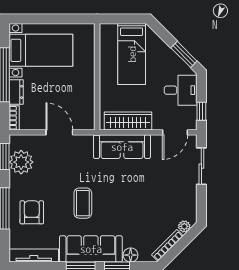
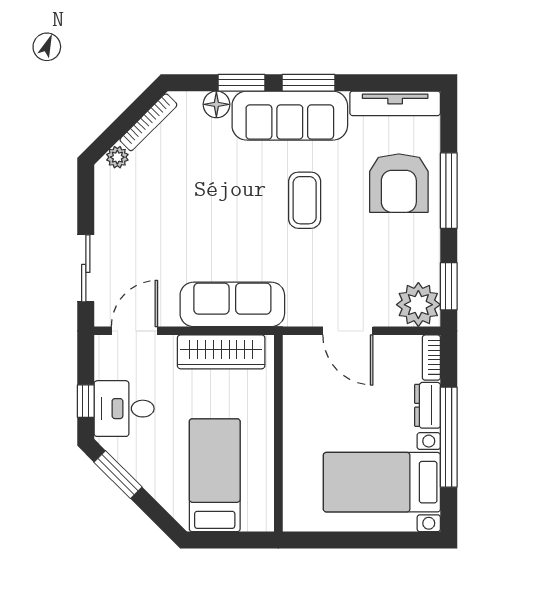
window: (201, 111) -> (86, 401), moved
plant: (21, 162) -> (418, 305), moved
armchair: (32, 212) -> (399, 183), width x1.36, depth x1.36

